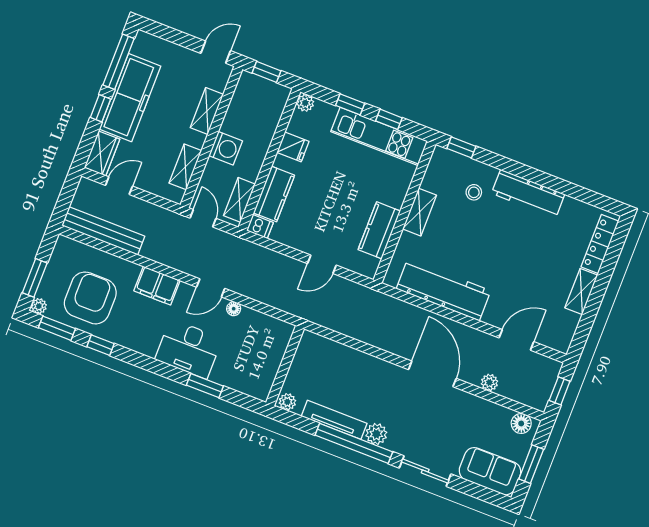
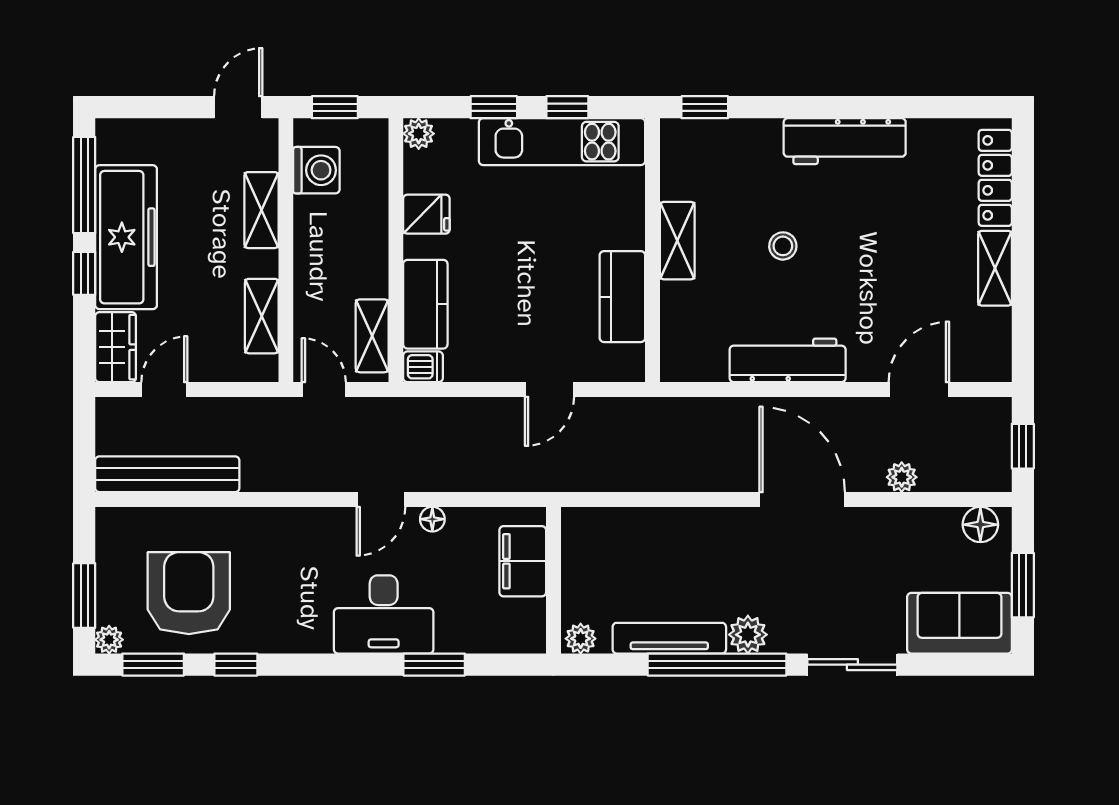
washing machine: (226, 148) -> (316, 170), moved
stool: (474, 192) -> (783, 246), moved
filing cabinet: (157, 286) -> (523, 561), moved, turned 90
workbench: (444, 290) -> (788, 360), width x0.73, depth x0.76

